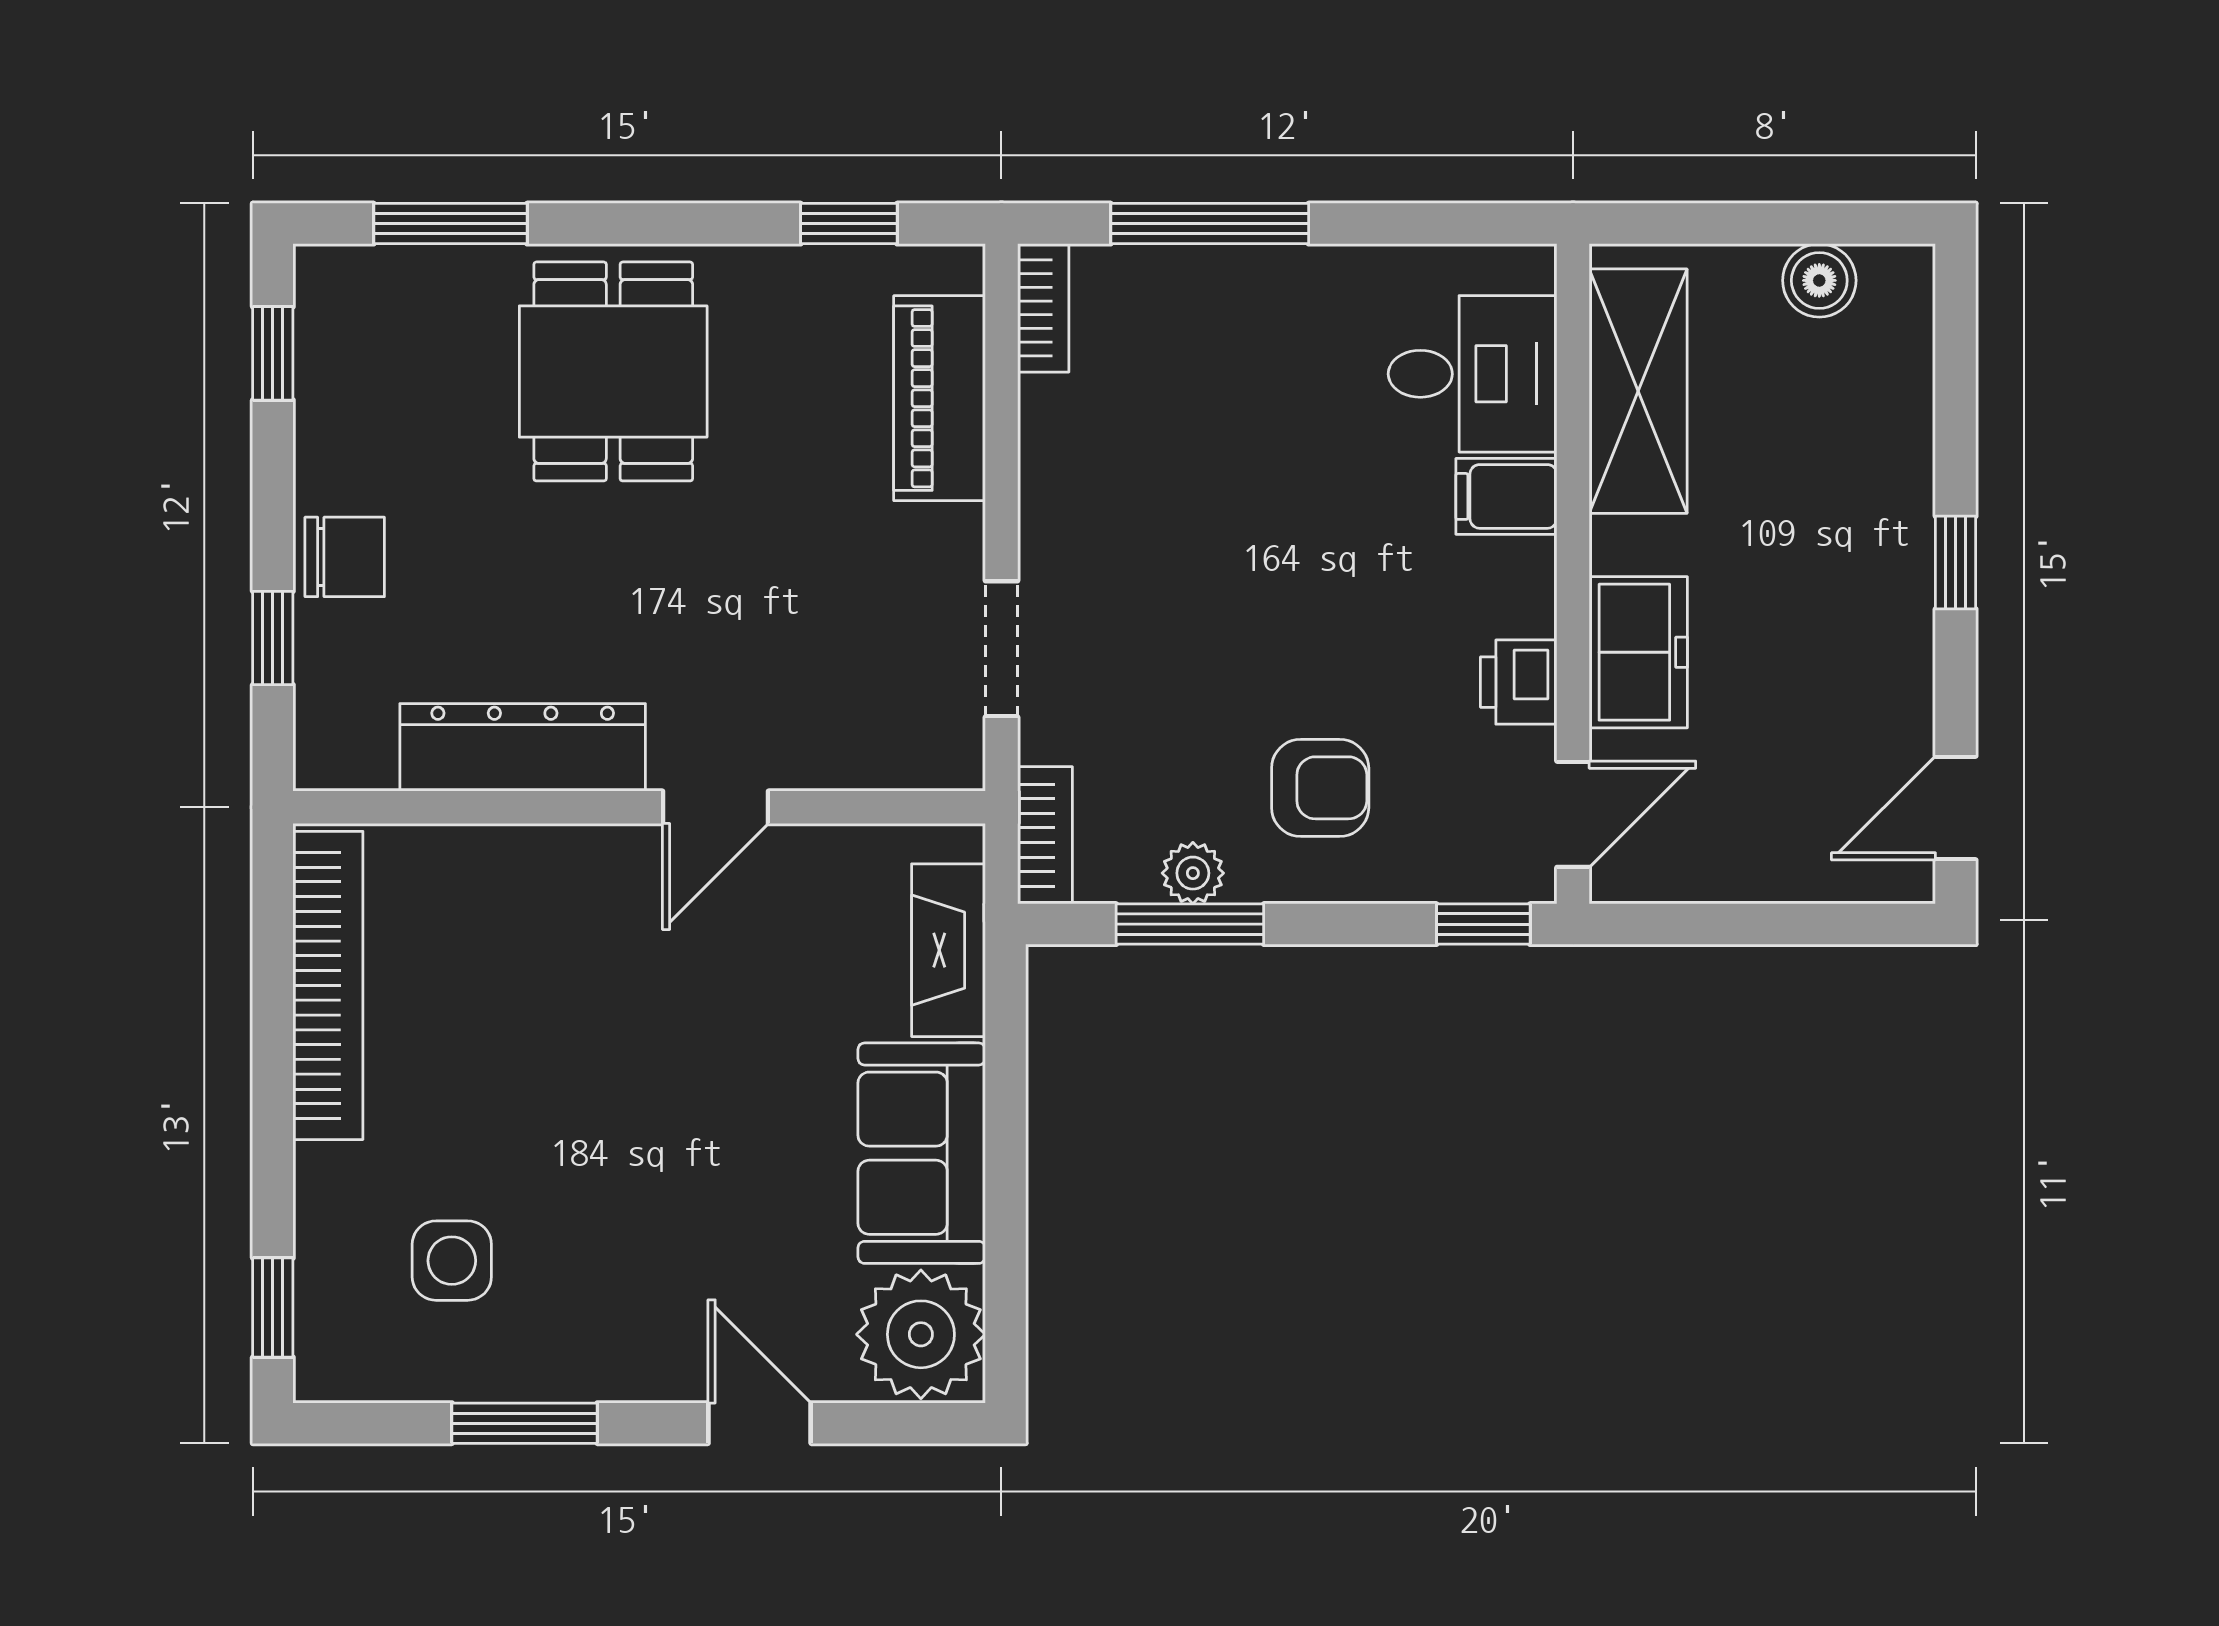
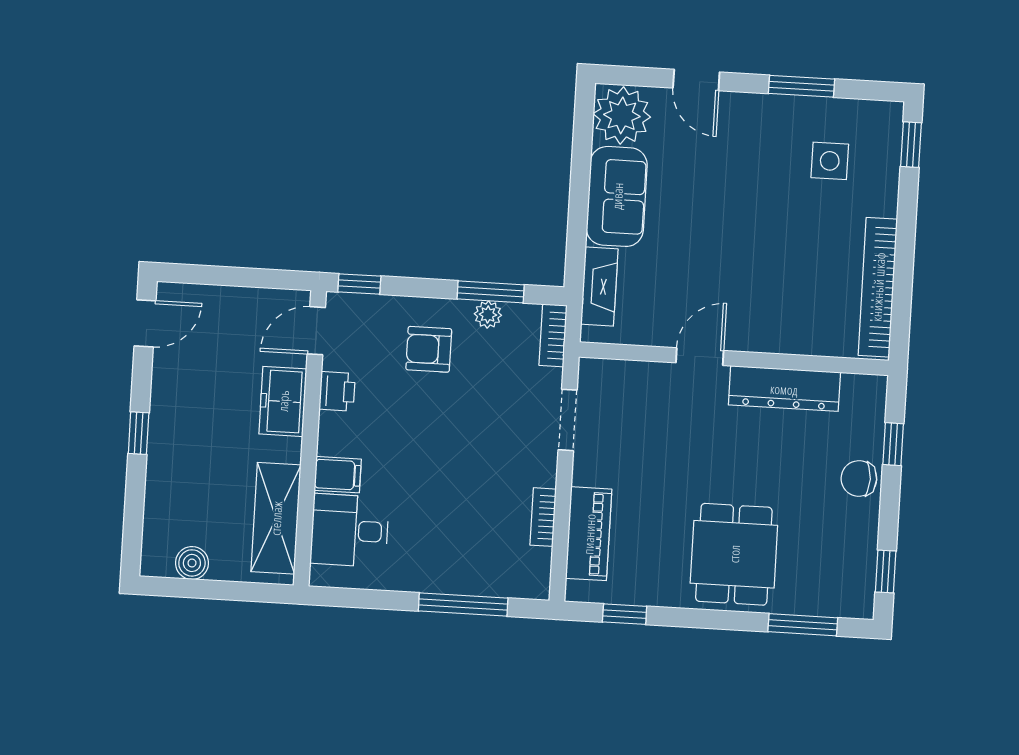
bookcase: (1043, 308) -> (543, 517), moved

